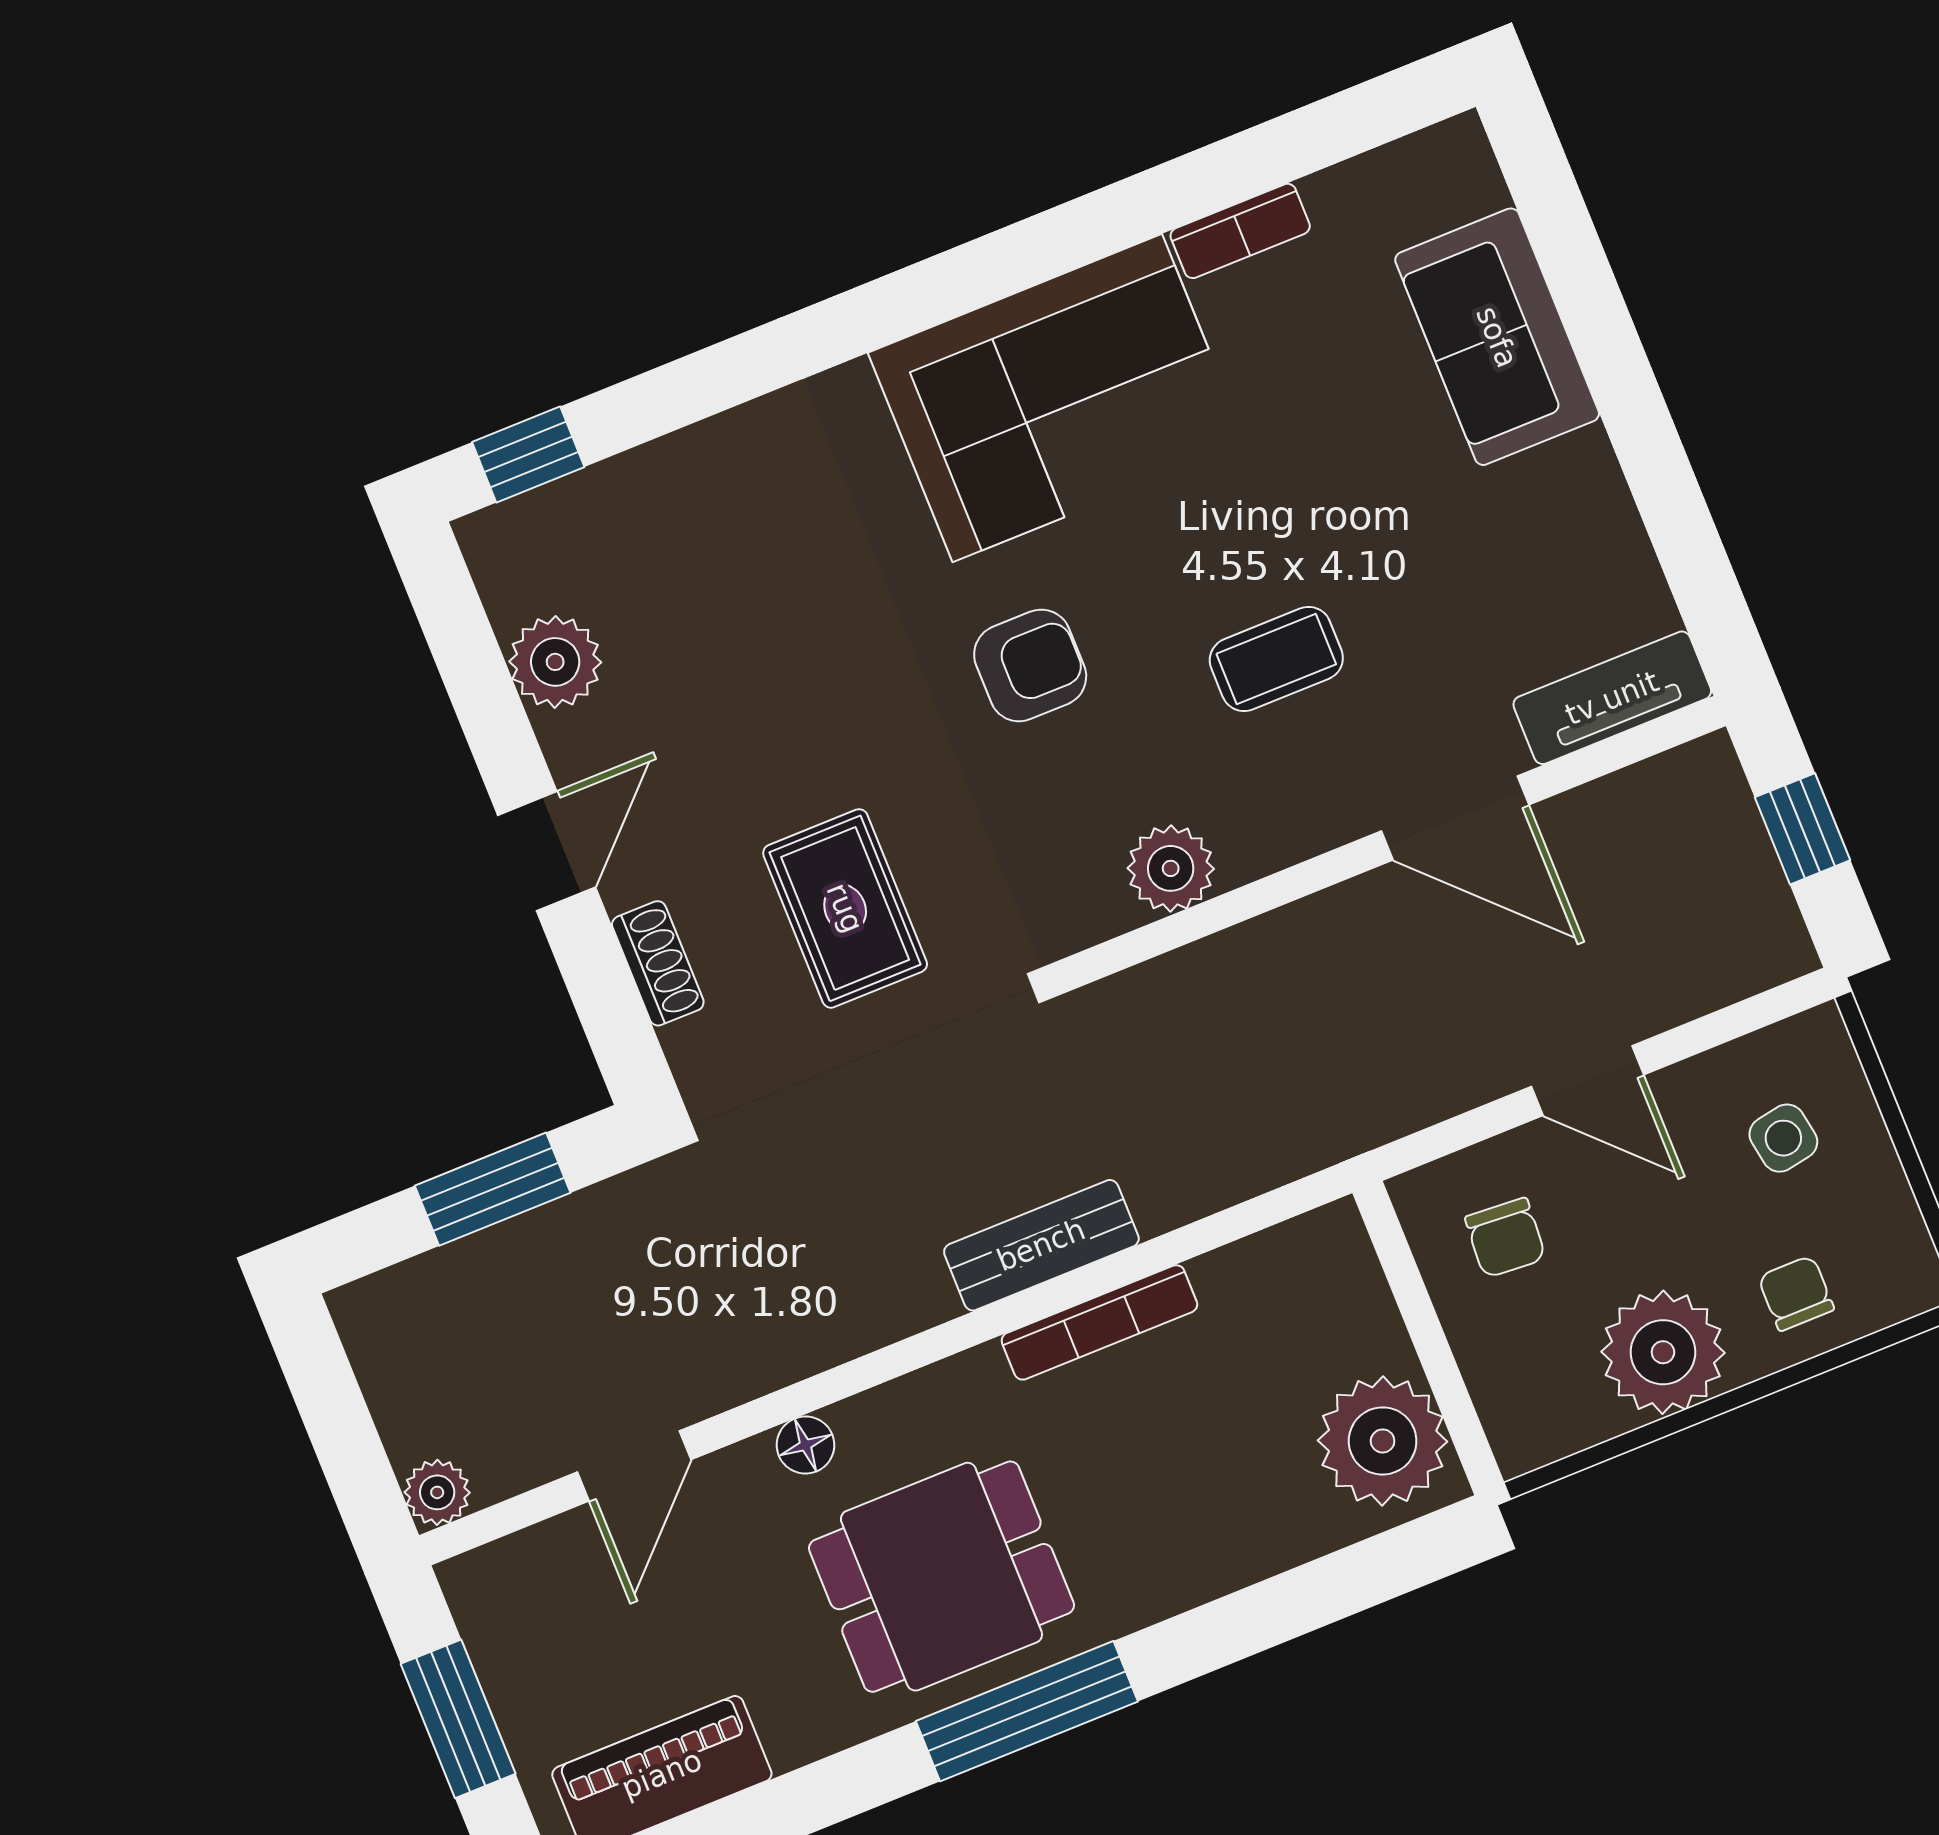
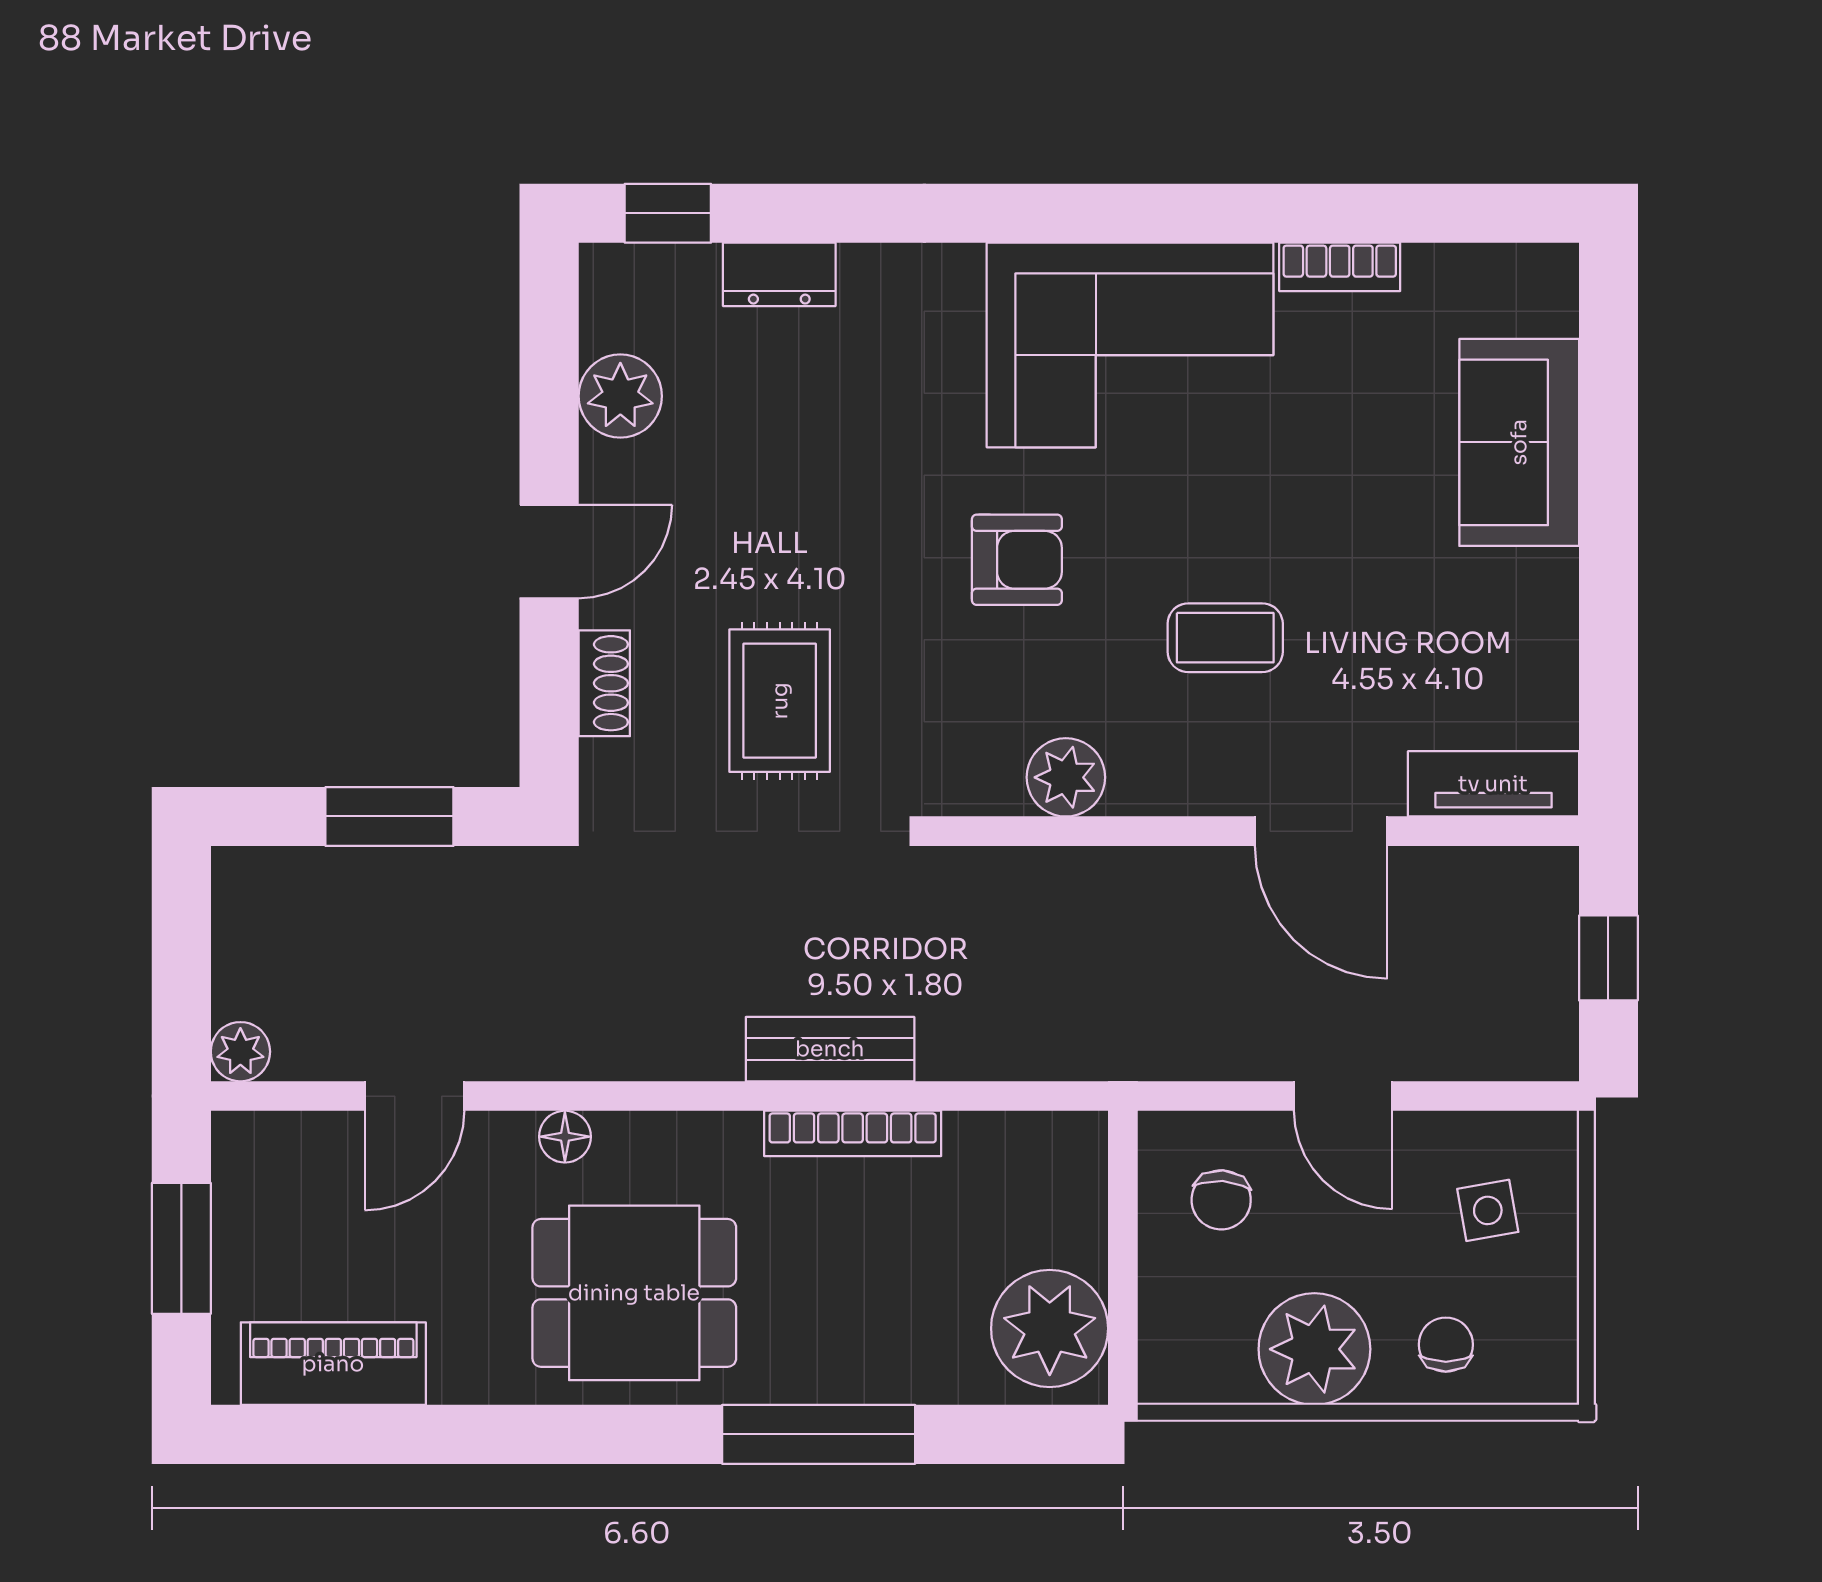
dresser: (668, 471) -> (779, 274), added
window: (1027, 1711) -> (819, 1434), moved

